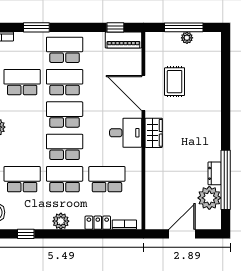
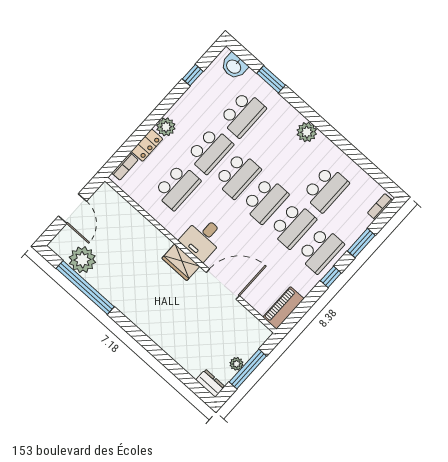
window: (115, 27) -> (331, 277), moved
rug: (175, 82) -> (209, 320), removed
dresser: (215, 173) -> (210, 383), moved
plant: (61, 221) -> (166, 127), moved

